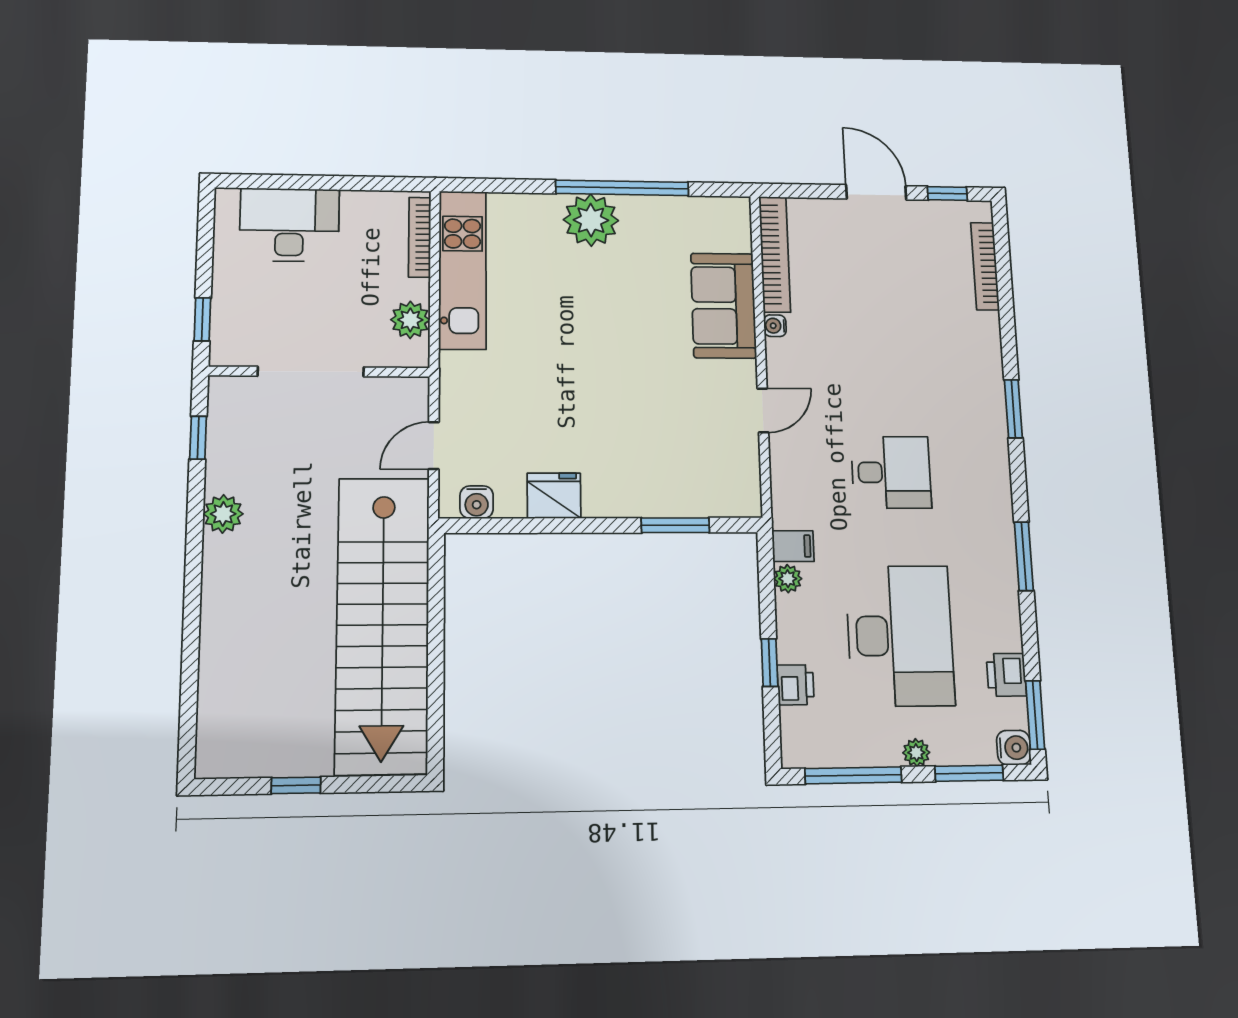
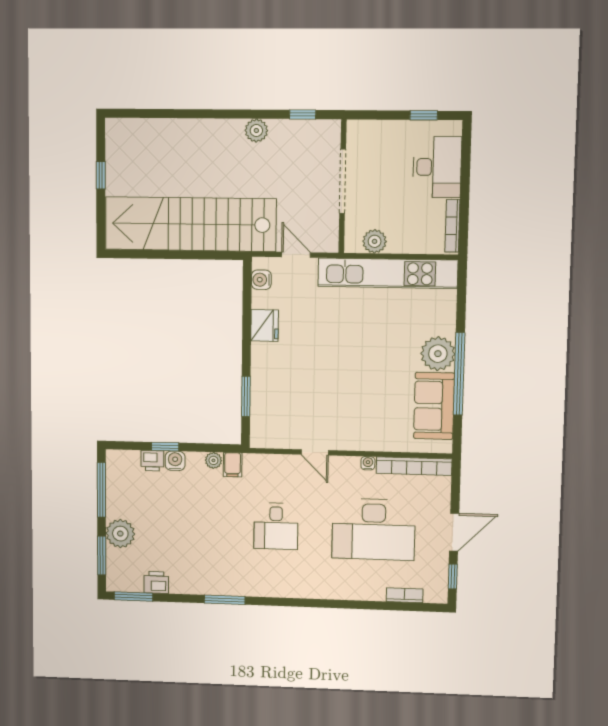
bookcase: (420, 237) -> (452, 226), moved, turned -90
bookcase: (985, 266) -> (405, 595), width x0.64
kitchen unit: (462, 270) -> (388, 273), width x1.36
sofa: (724, 306) -> (434, 406), moved, turned -90
window: (202, 319) -> (424, 115), moved
window: (1013, 409) -> (314, 603), removed
desk: (900, 636) -> (374, 529), moved
water cooler: (1014, 748) -> (175, 461), moved, turned 180
plant: (916, 753) -> (120, 534), width x1.87, depth x1.87

